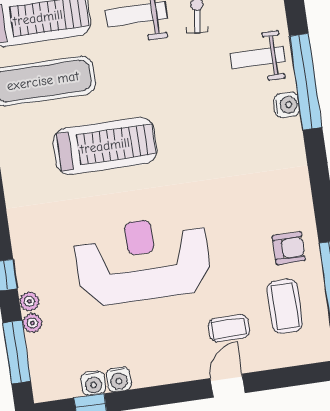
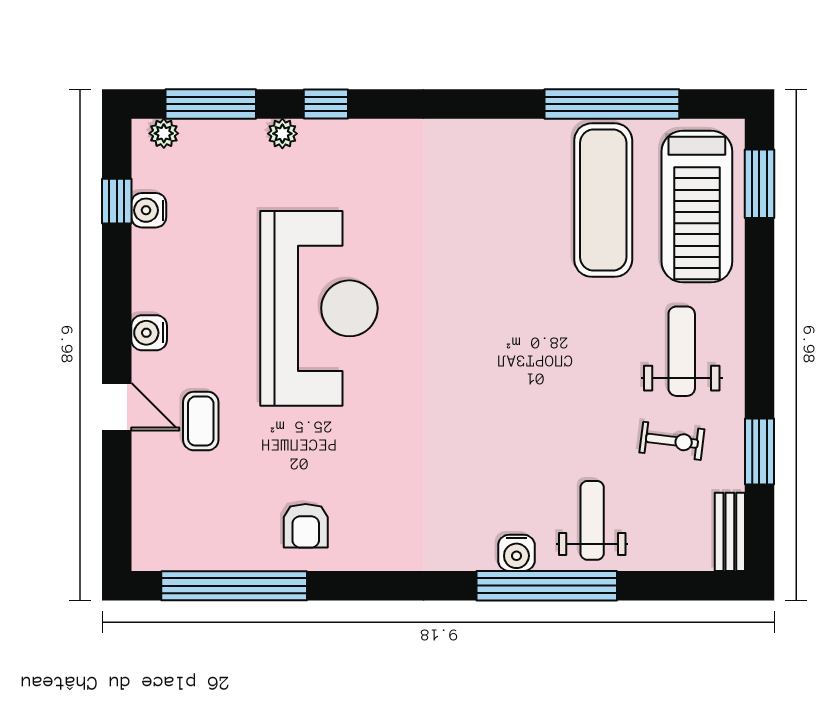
treadmill: (105, 146) -> (495, 278), removed
coffee table: (285, 306) -> (221, 508), removed
plant: (32, 323) -> (164, 133), moved
water cooler: (119, 379) -> (149, 333), moved

